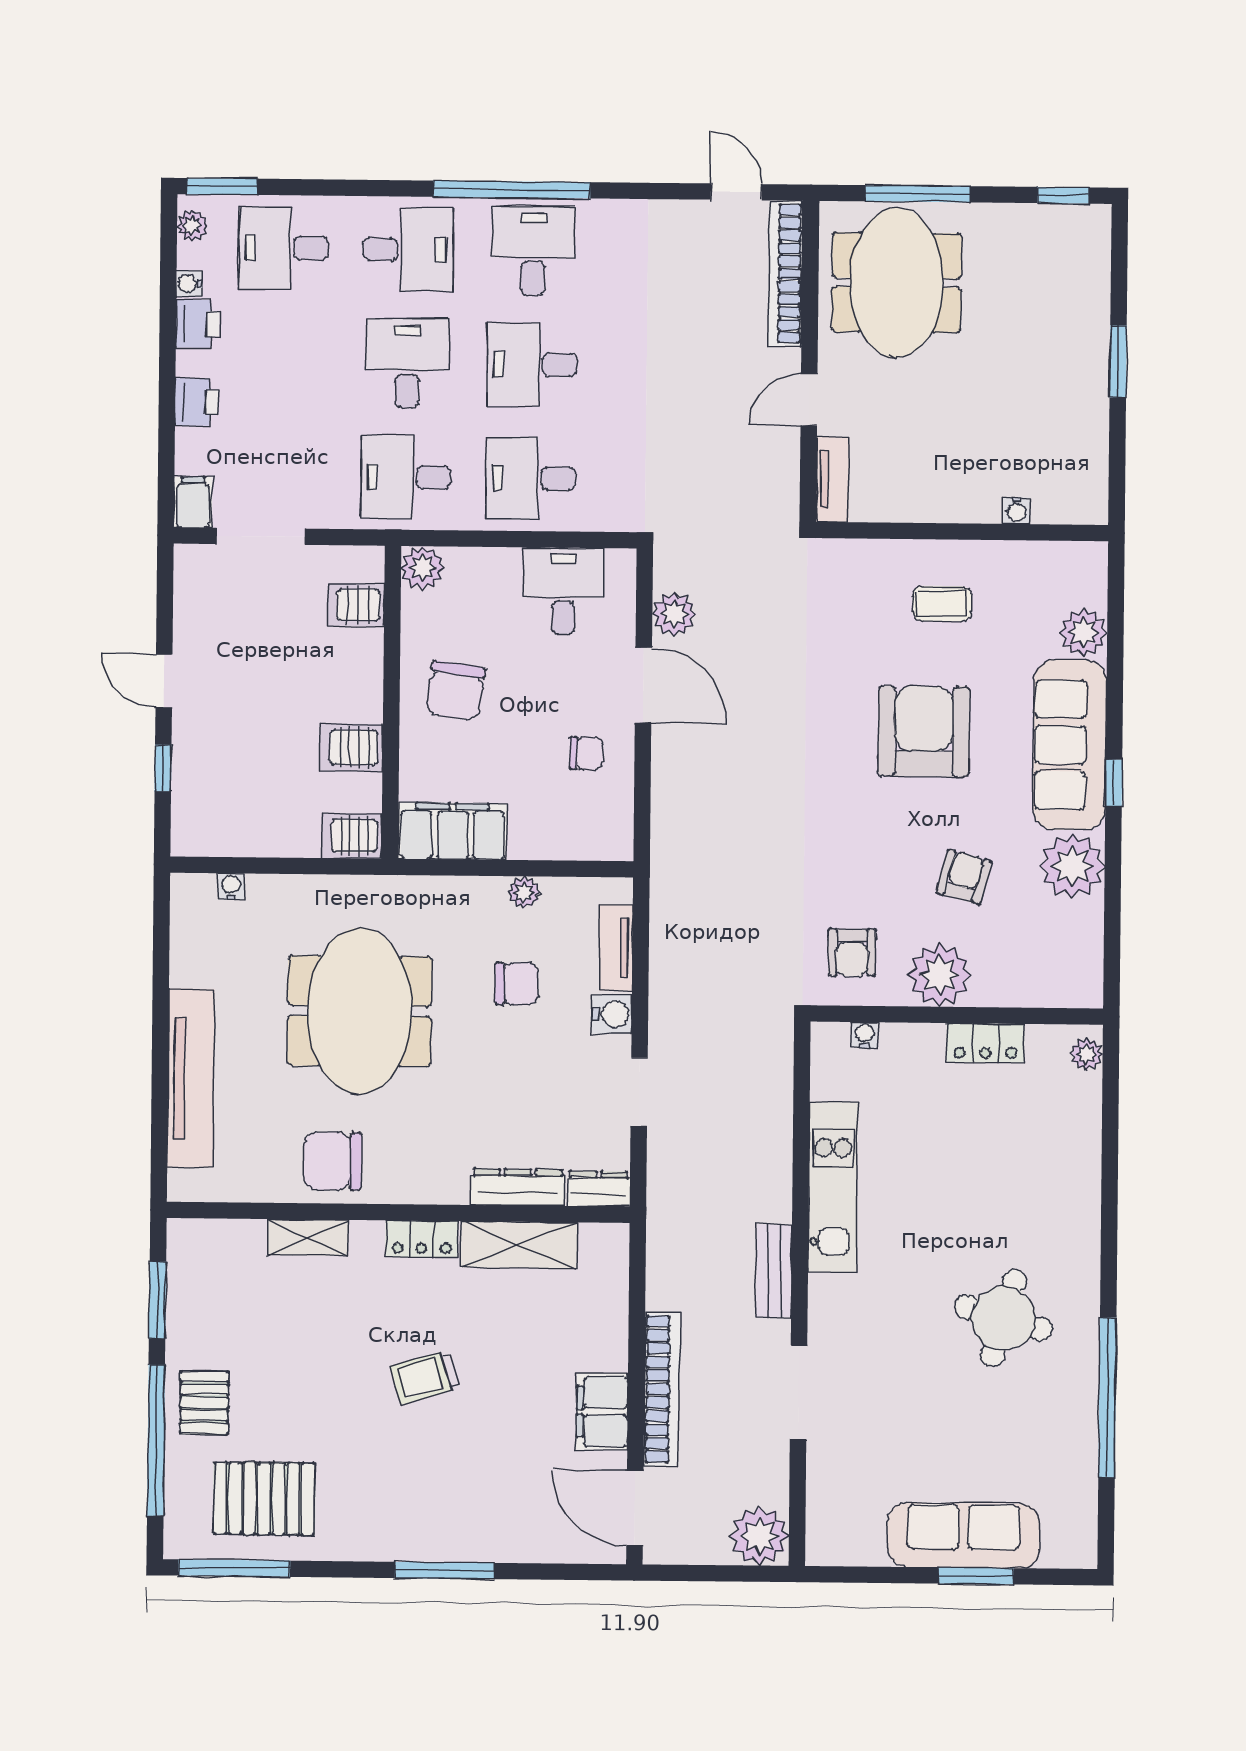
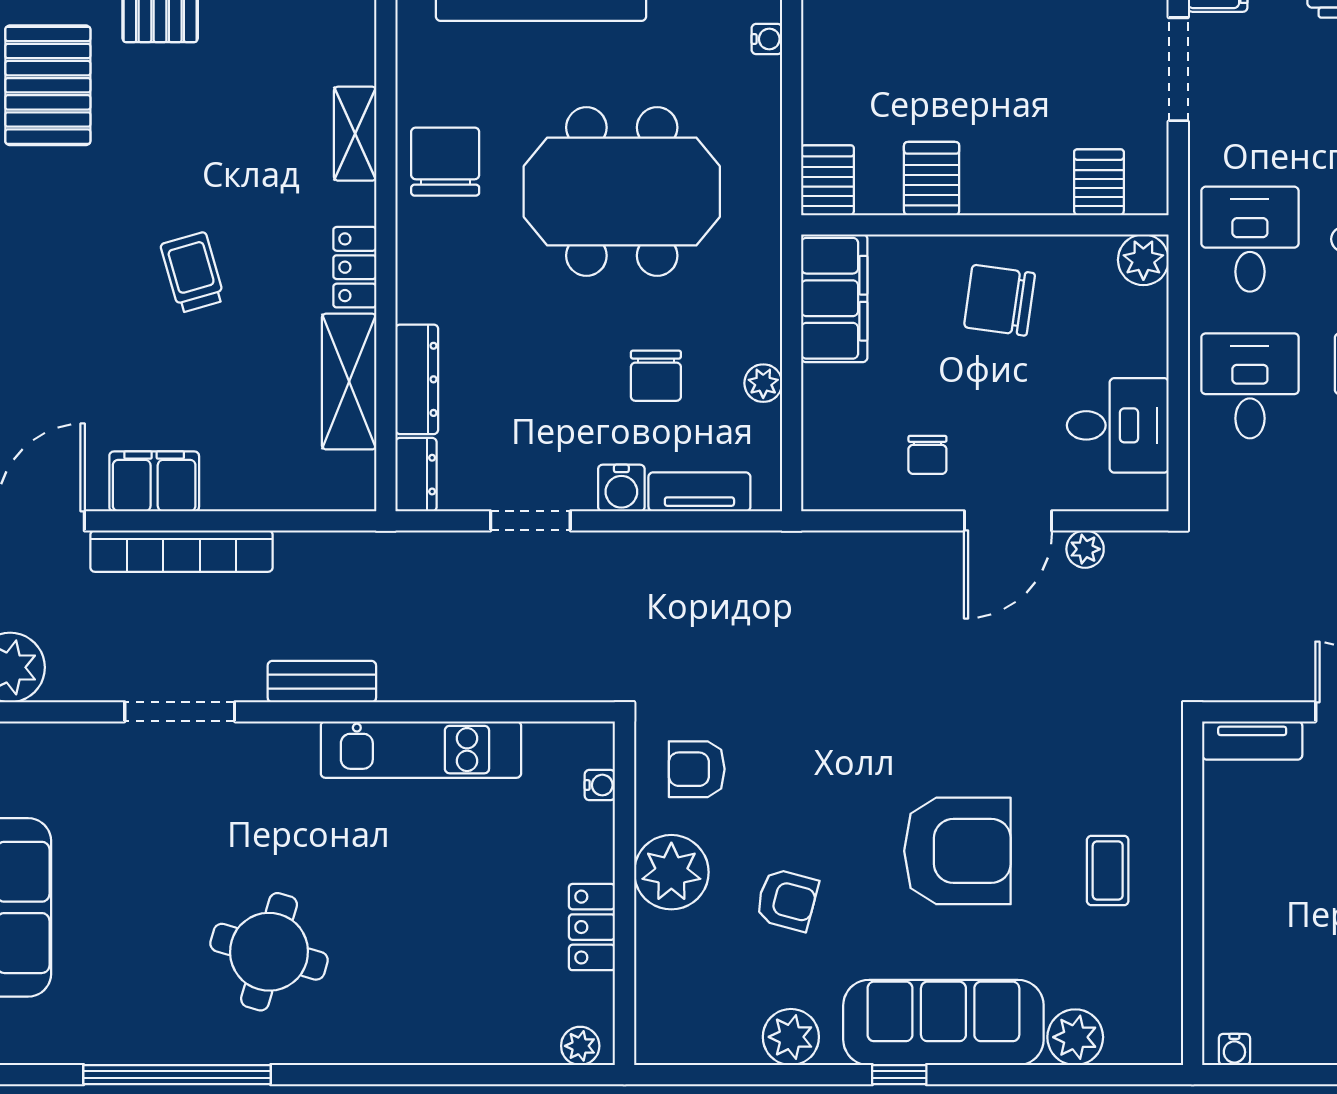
water cooler: (1017, 511) -> (1234, 1049), moved, turned -90
plant: (674, 614) -> (1085, 549), width x0.73, depth x0.73
plant: (1072, 866) -> (791, 1037), width x0.73, depth x0.73

